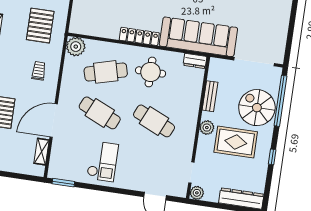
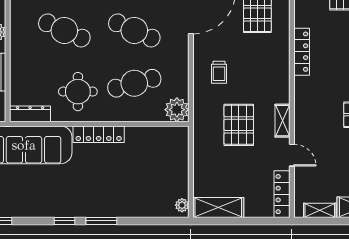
pallet: (40, 26) -> (239, 125), moved
dresser: (195, 61) -> (30, 114), width x1.44

